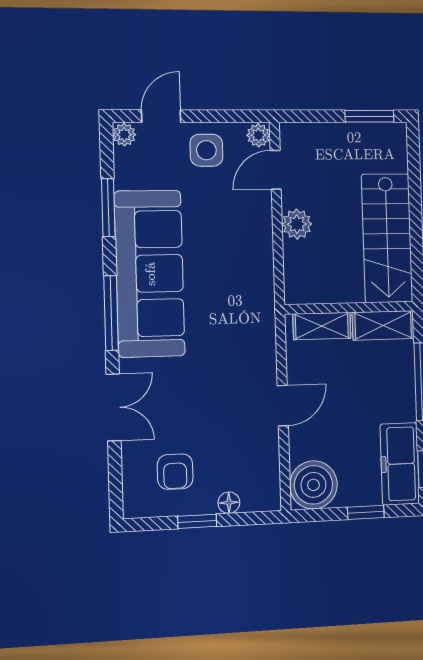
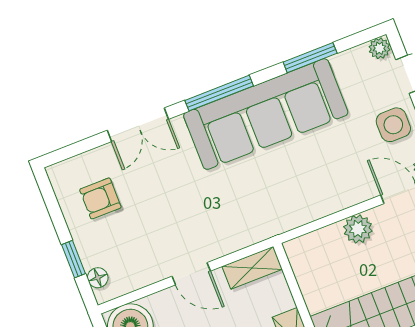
shelving: (322, 326) -> (252, 268), moved, turned 90
floor lamp: (229, 503) -> (98, 278), moved
window: (197, 521) -> (74, 259), moved

